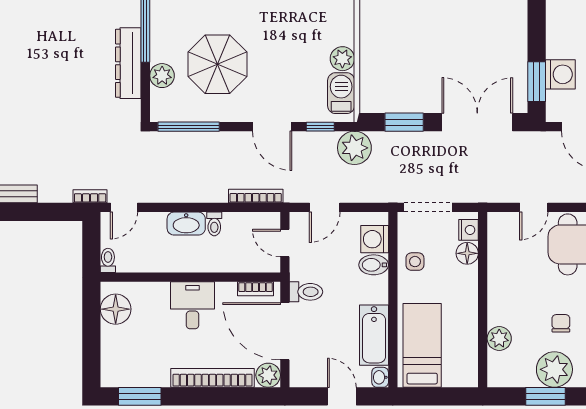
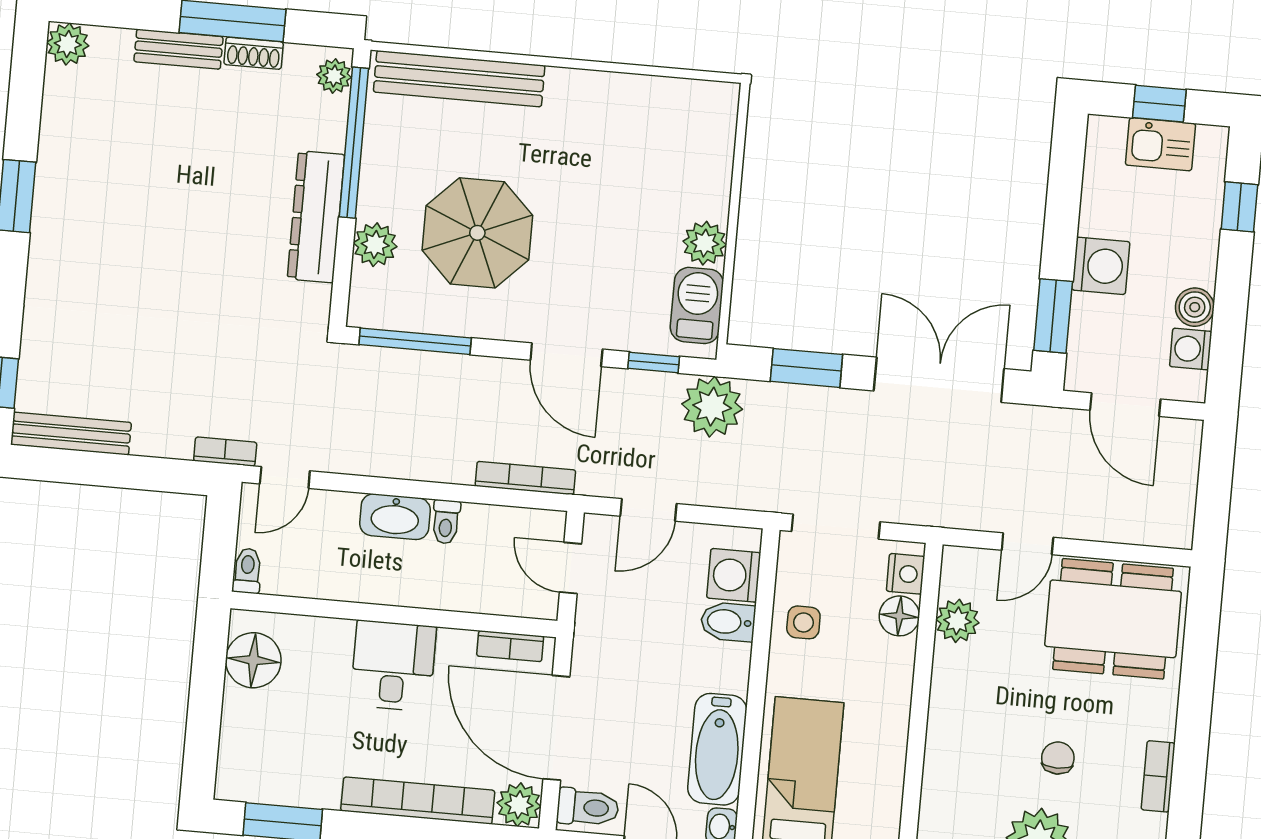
washing machine: (560, 74) -> (1101, 266), moved
toilet: (306, 292) -> (588, 807), moved
plant: (499, 339) -> (957, 621), moved

